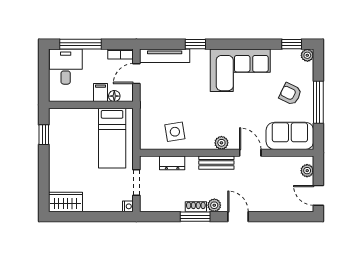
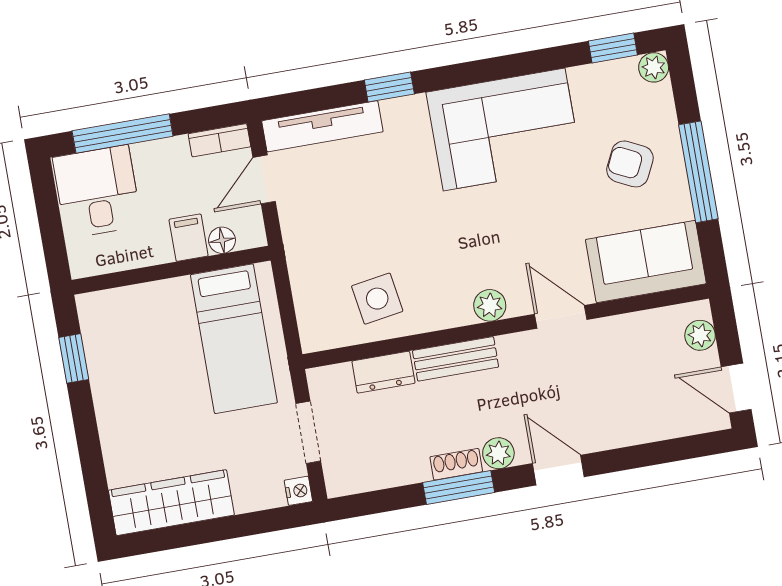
bench: (216, 163) -> (456, 359), moved
wardrobe: (65, 202) -> (171, 503), width x1.50

